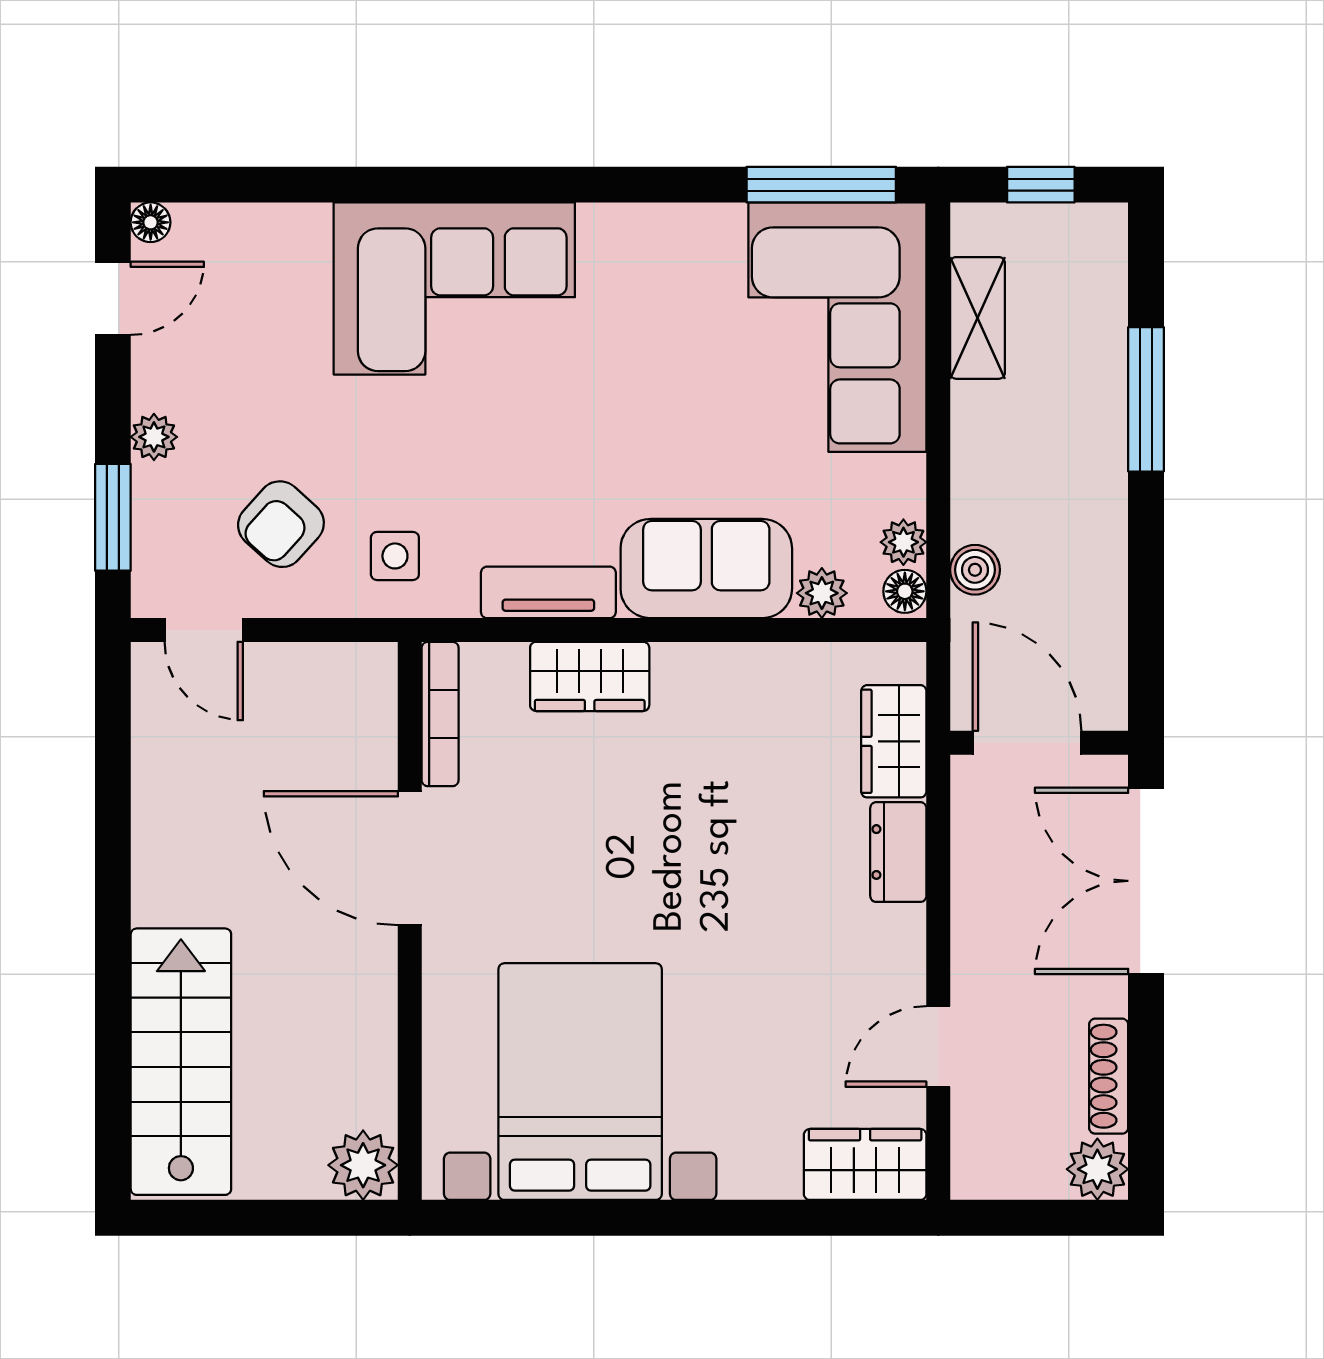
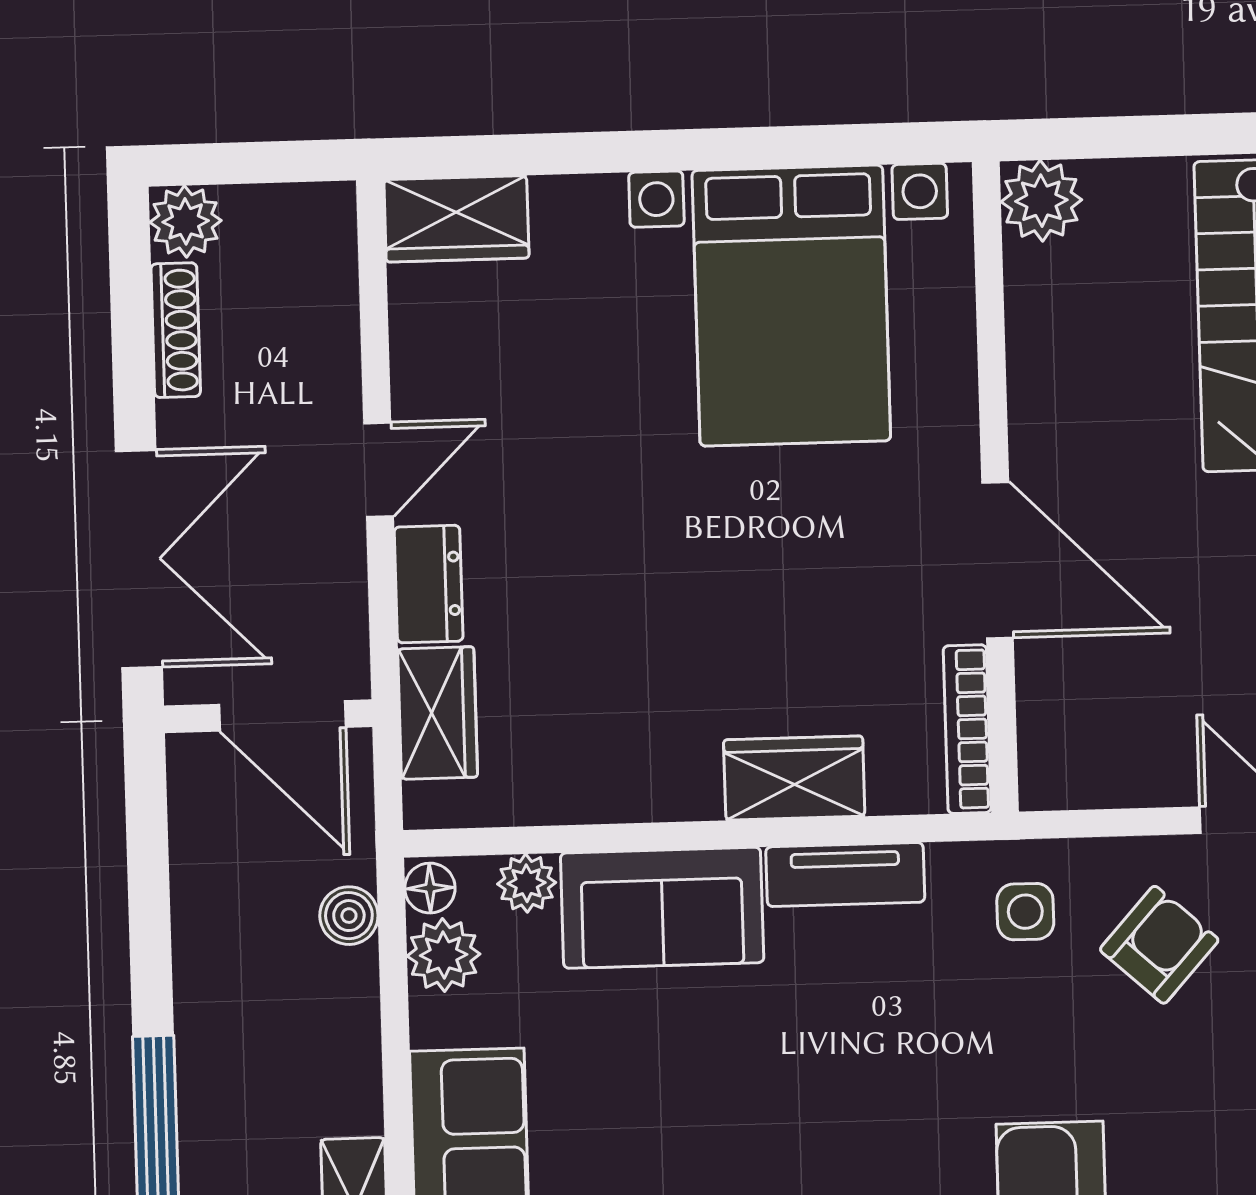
plant: (903, 542) -> (444, 955), width x1.38, depth x1.38
door: (938, 1046) -> (379, 470), moved

